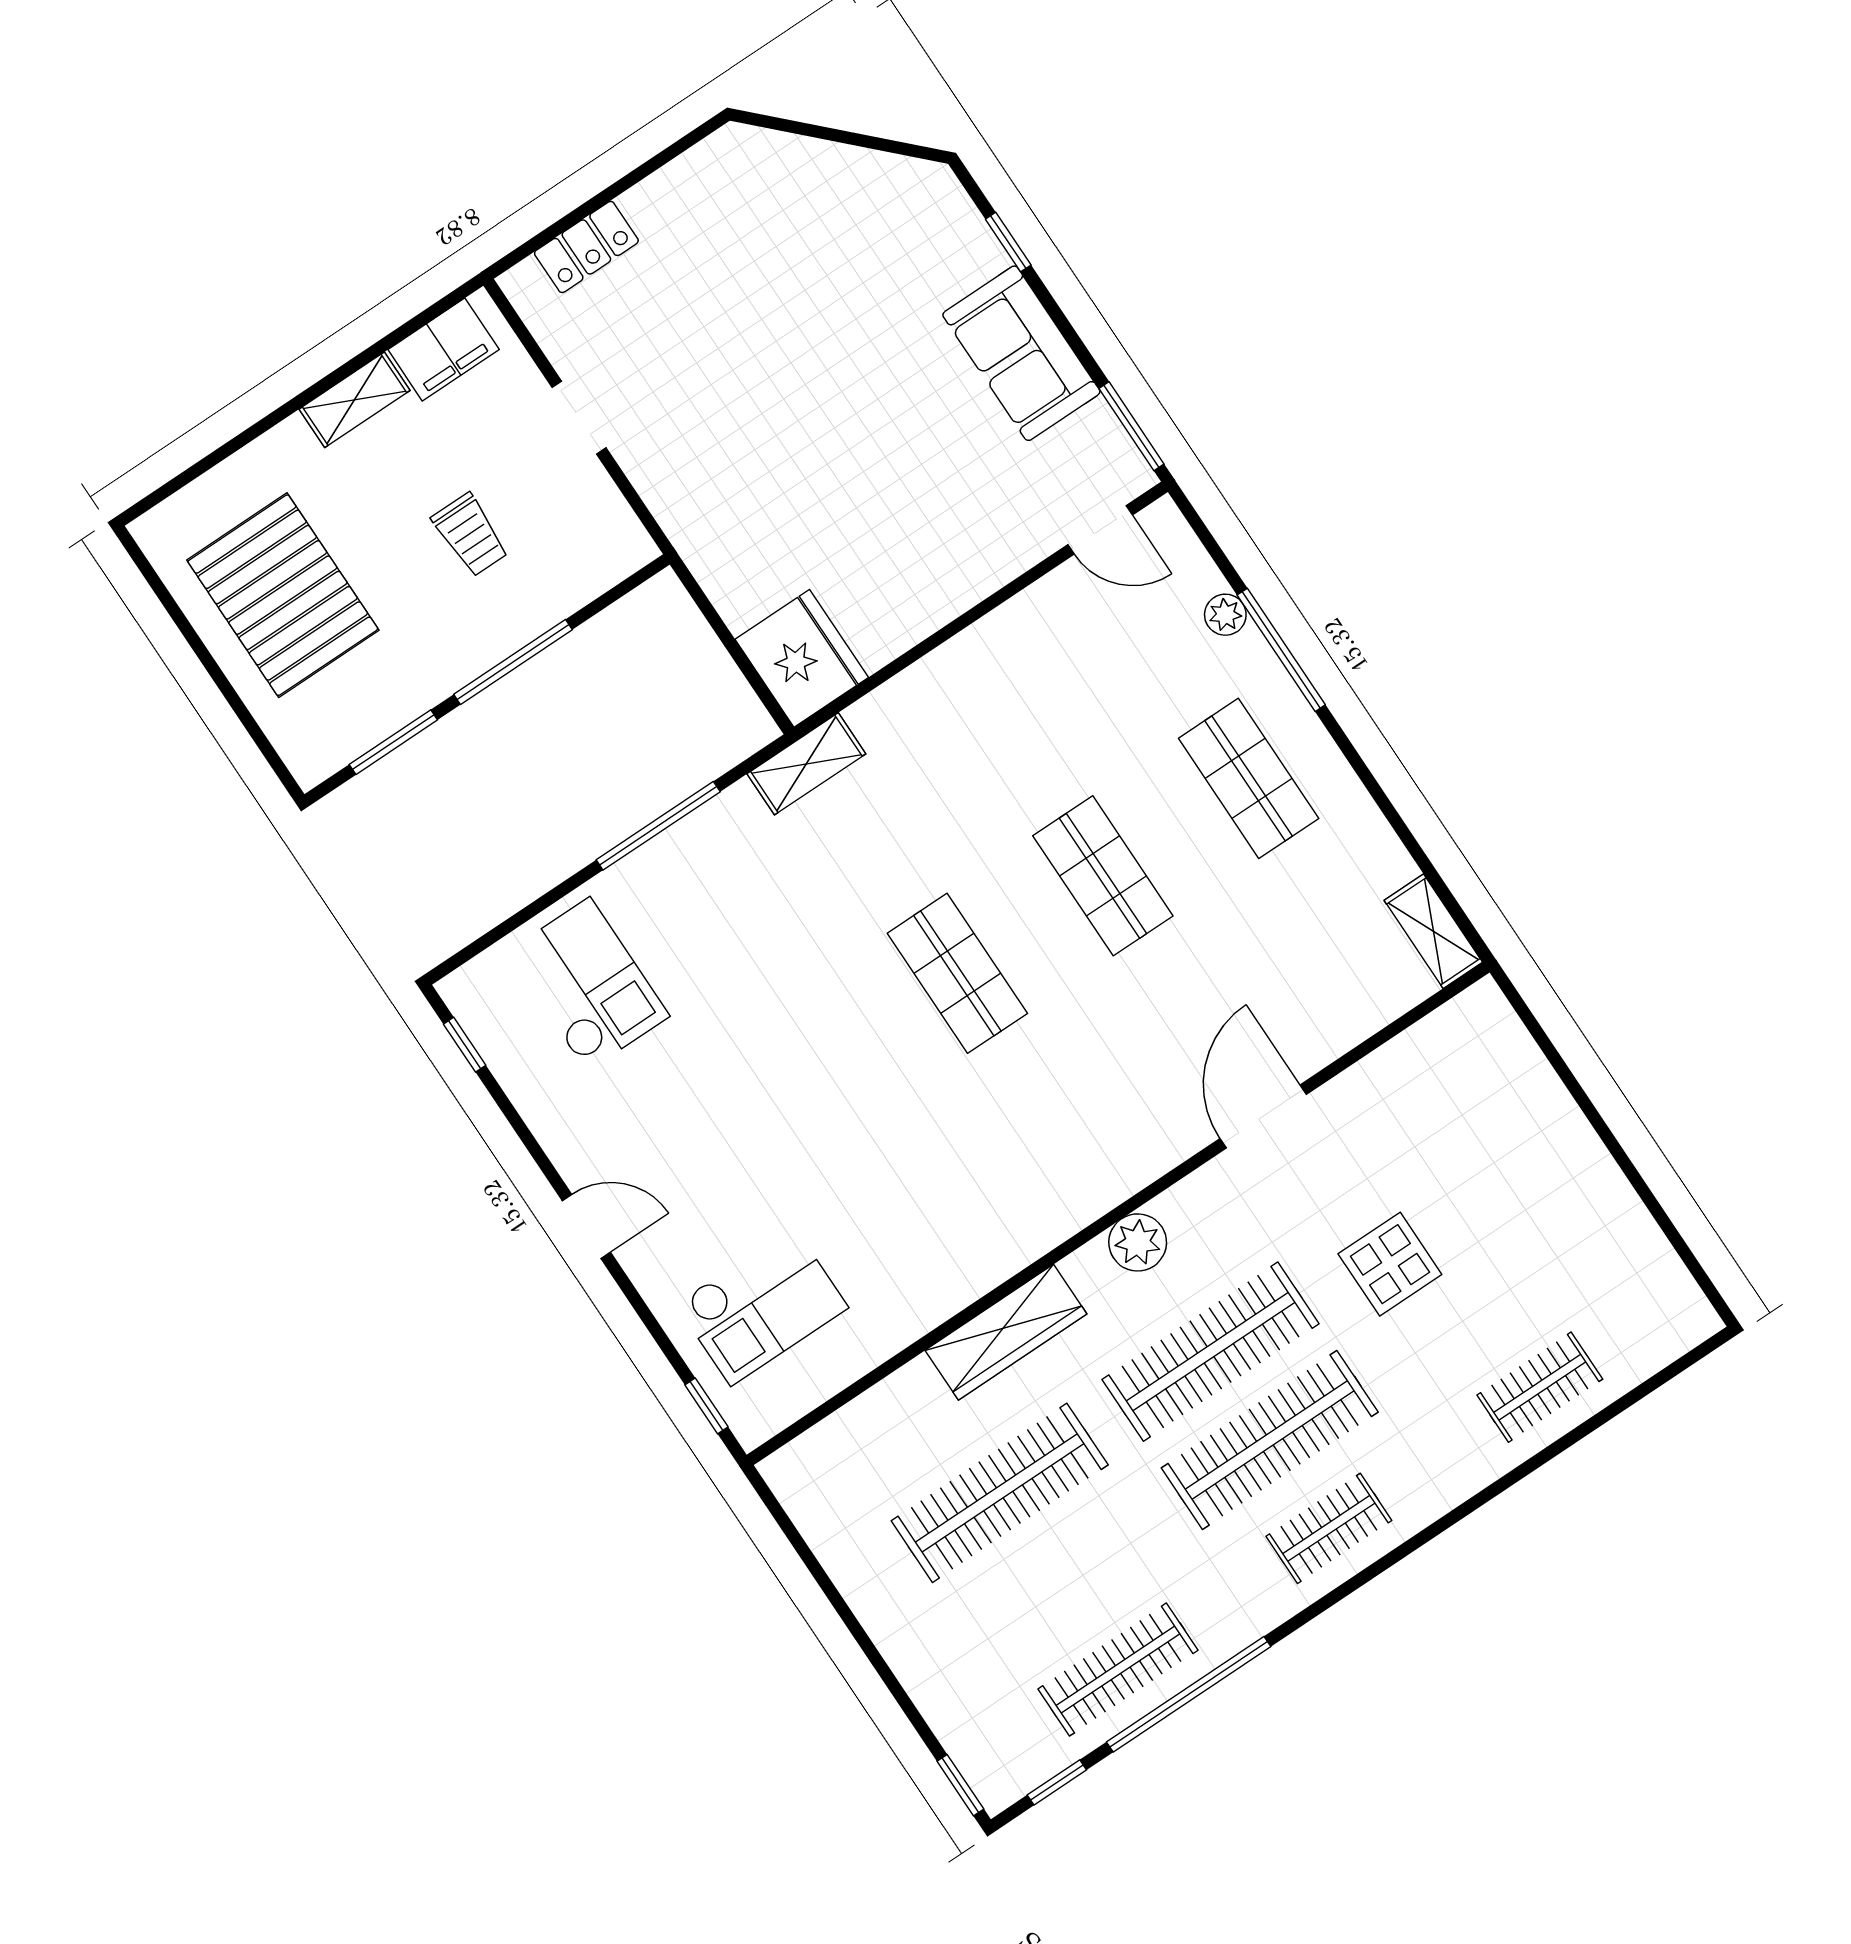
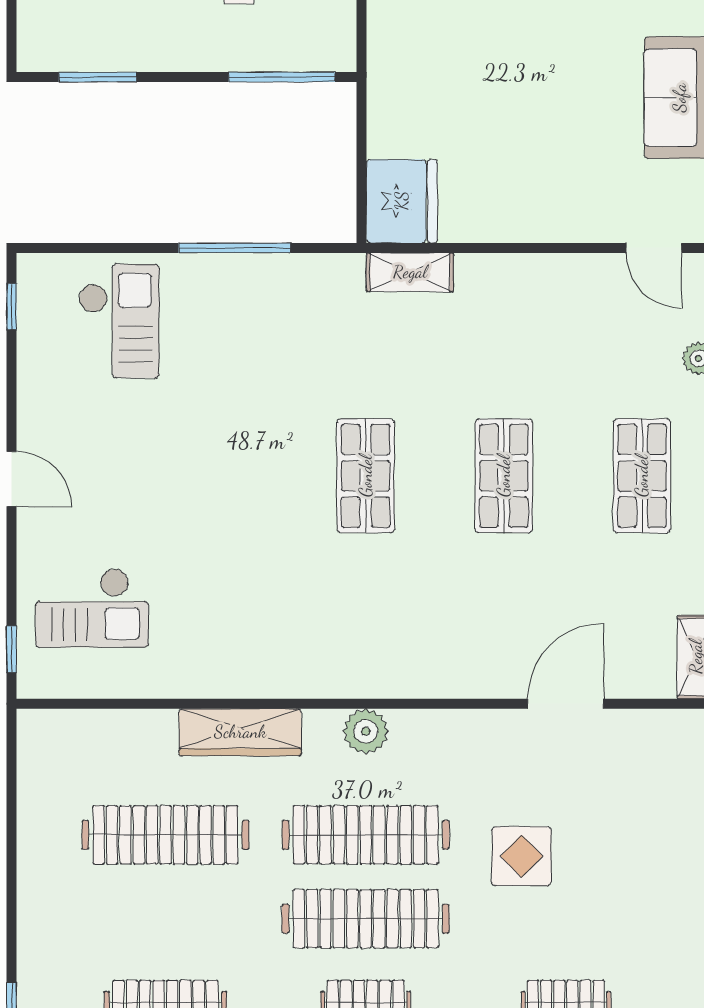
window: (513, 662) -> (282, 77), moved
shelving: (806, 764) -> (410, 272), moved
door: (1263, 1116) -> (566, 704), moved

